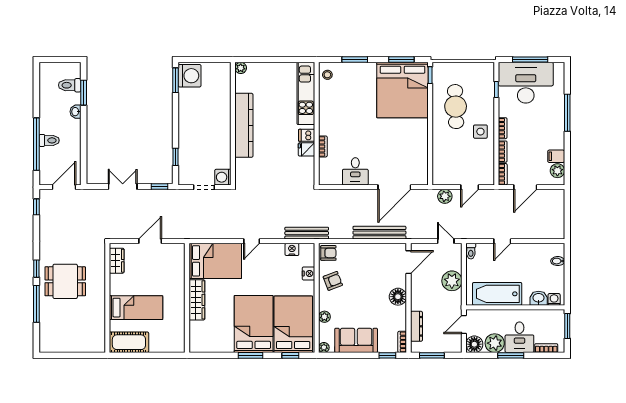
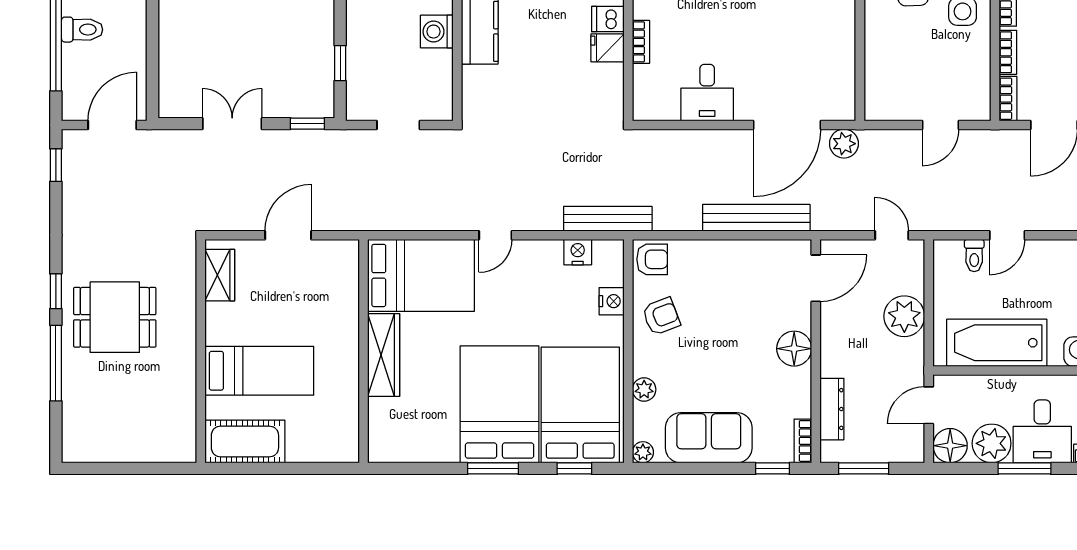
washing machine: (223, 177) -> (437, 32), moved
plant: (445, 196) -> (844, 144), moved
toilet: (471, 251) -> (974, 256), moved

